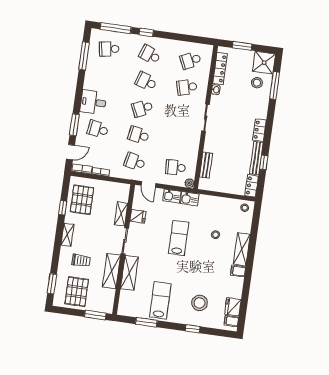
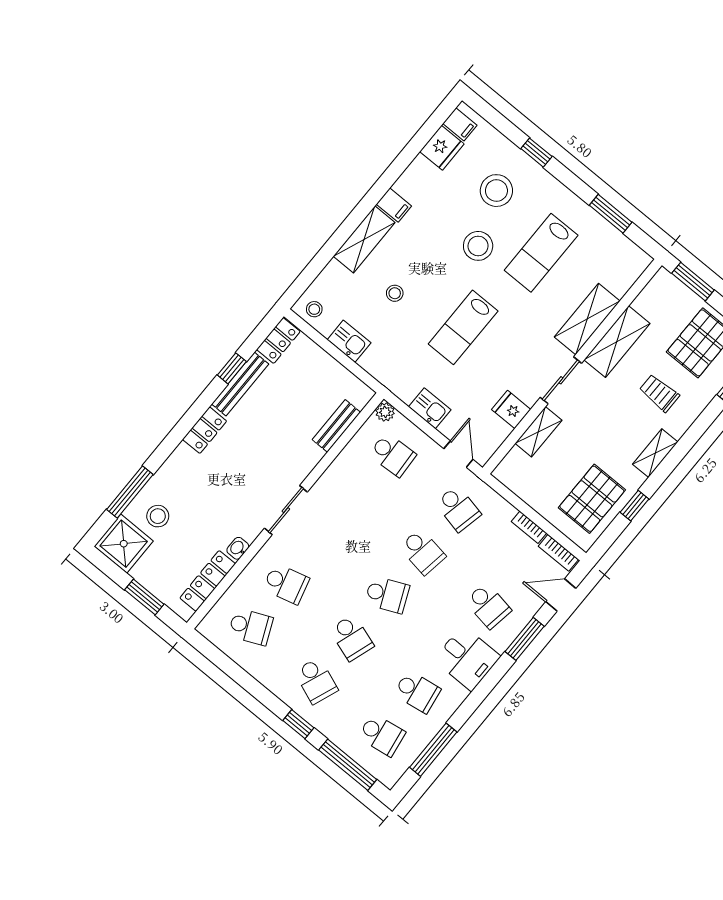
school desk: (105, 76) -> (417, 692), added
kitchen sink: (190, 199) -> (349, 341), moved
stool: (193, 275) -> (478, 246), added
lab bench: (160, 300) -> (541, 253), moved

